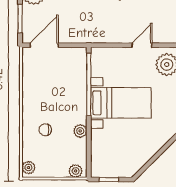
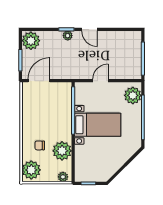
door: (142, 45) -> (100, 81), moved
plant: (80, 131) -> (62, 151), width x1.87, depth x1.87
plant: (28, 168) -> (31, 170), width x1.88, depth x1.88

